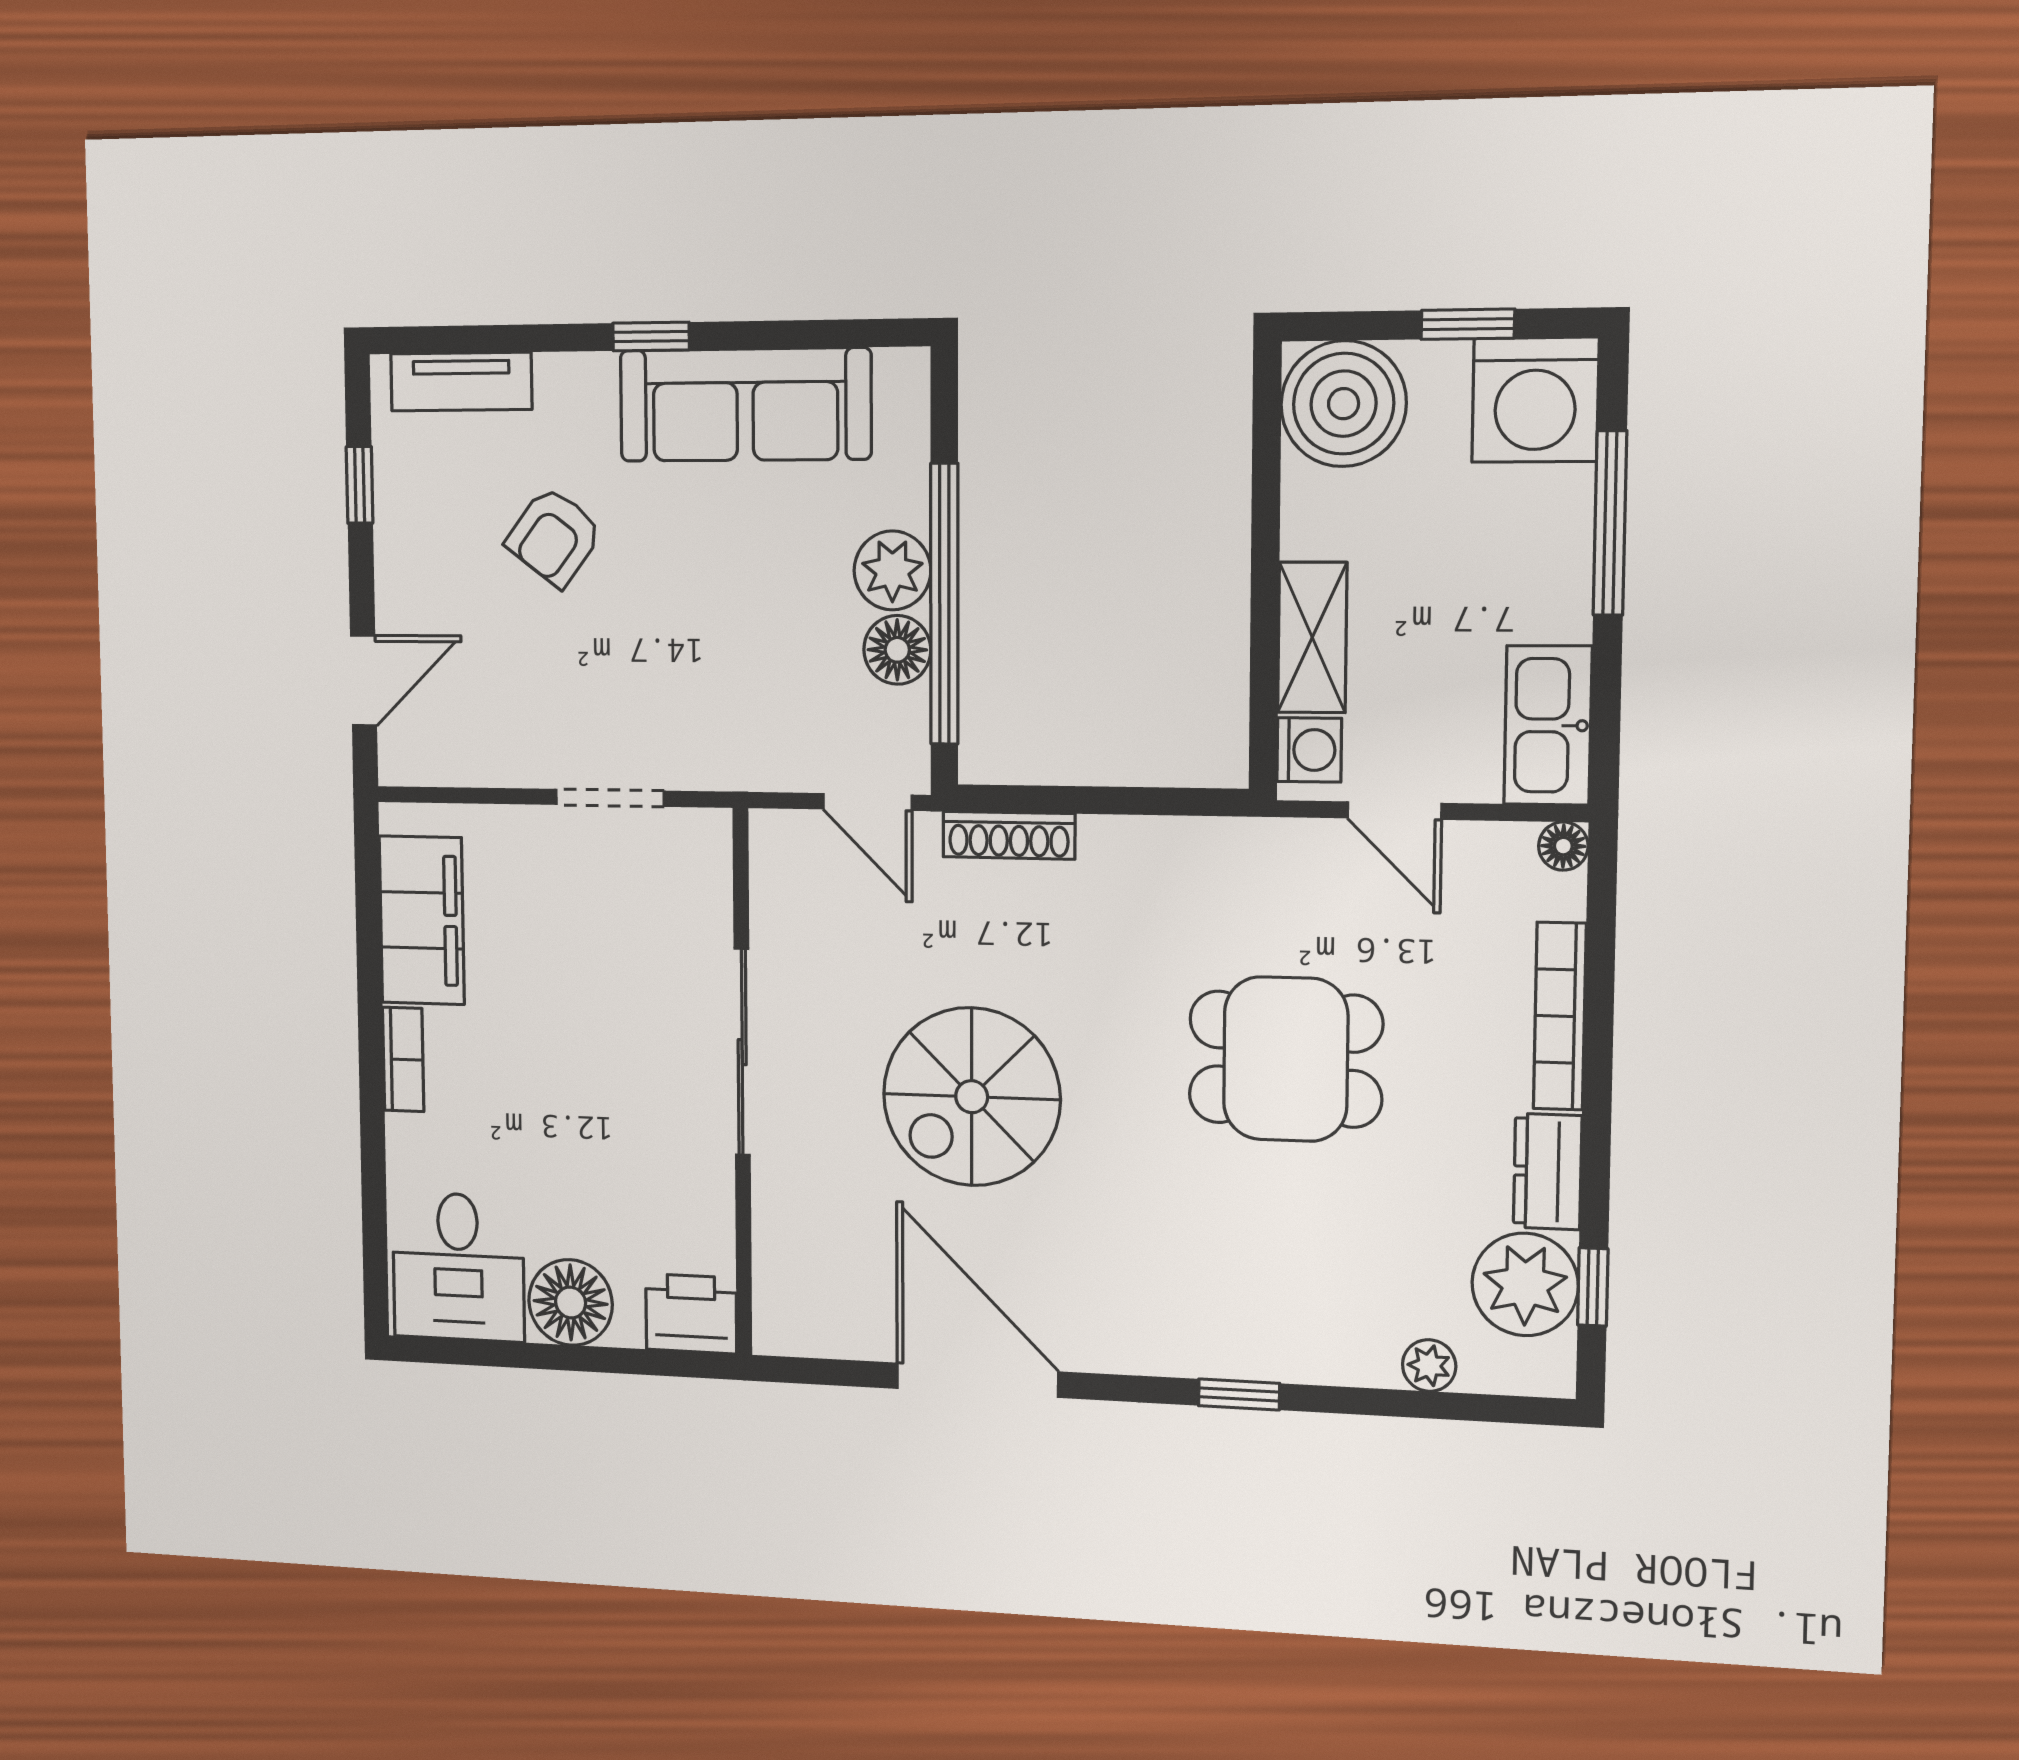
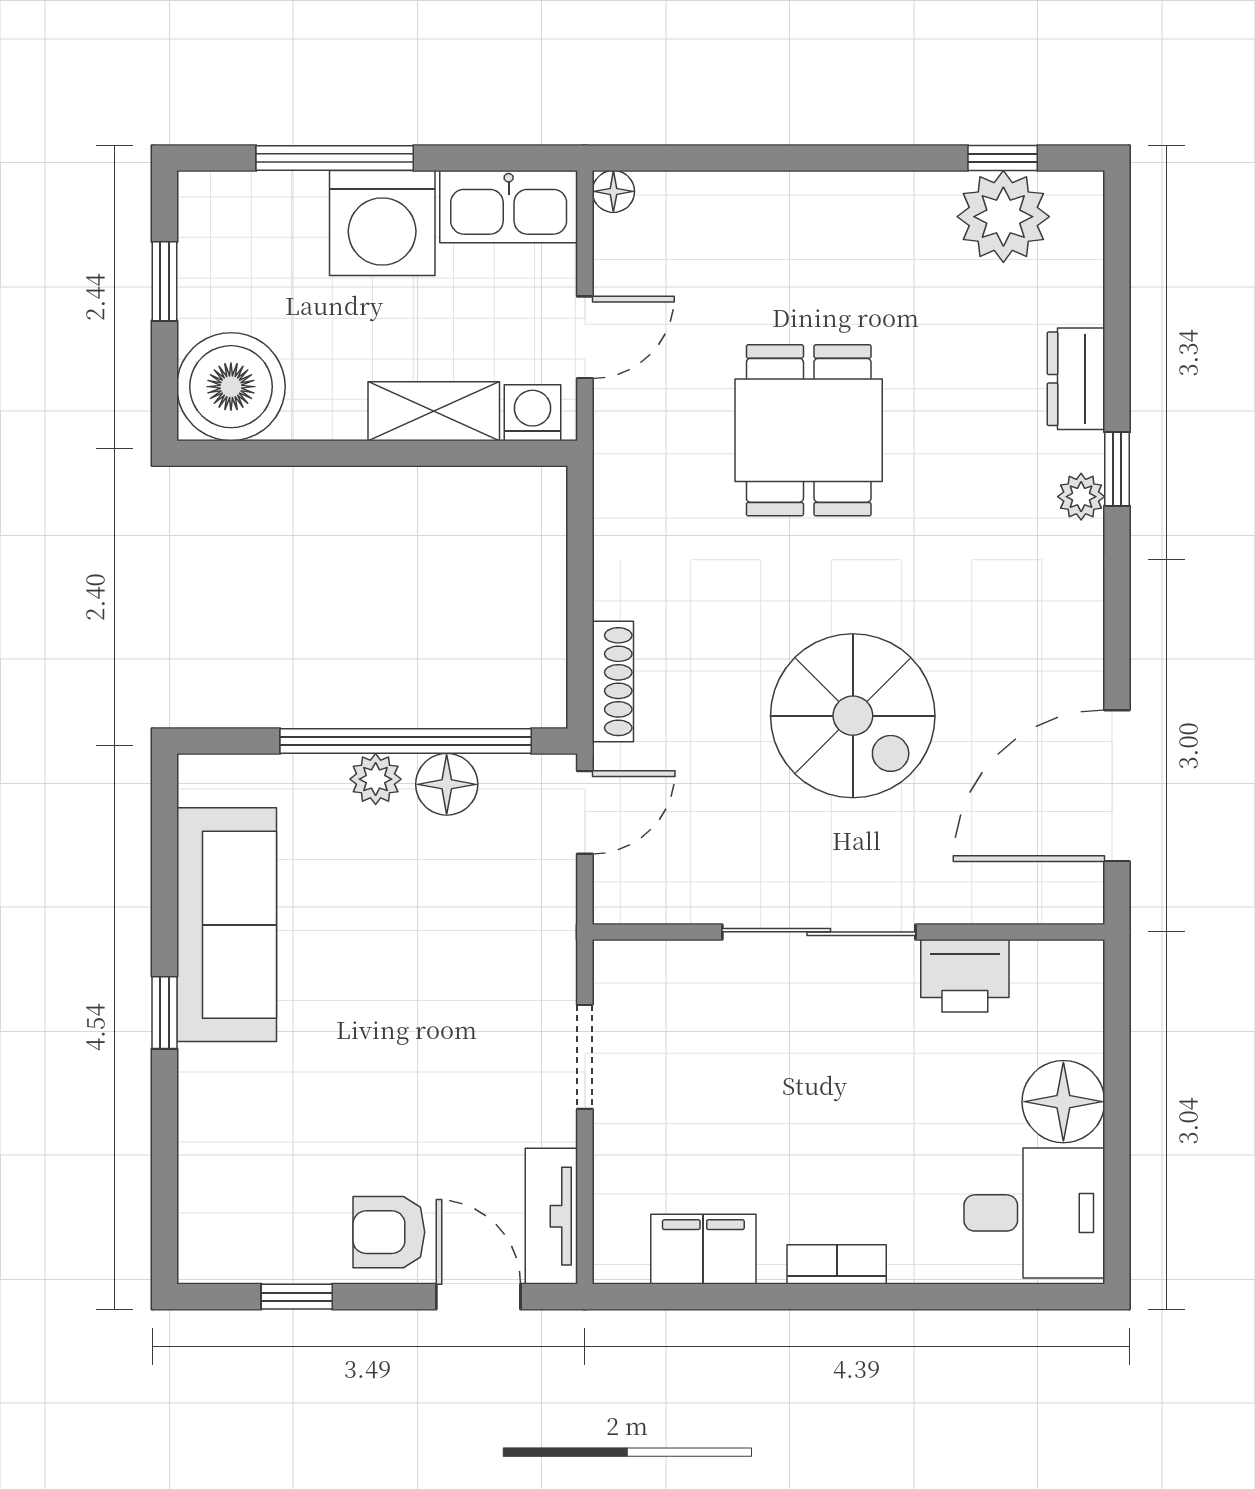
tv unit: (461, 382) -> (551, 1216), moved, turned 180
washing machine: (1535, 400) -> (382, 223), moved, turned 90
armchair: (554, 537) -> (389, 1232), moved, turned 143
plant: (892, 570) -> (376, 779), width x0.73, depth x0.73
filing cabinet: (422, 920) -> (703, 1249), width x0.67, depth x0.86
bookcase: (1560, 1016) -> (763, 191), removed
dresser: (1548, 1172) -> (1076, 379), moved, turned 90
printer: (691, 1314) -> (965, 976), moved, turned -90
plant: (1429, 1366) -> (1081, 497), moved
door: (977, 1380) -> (1117, 786), moved

